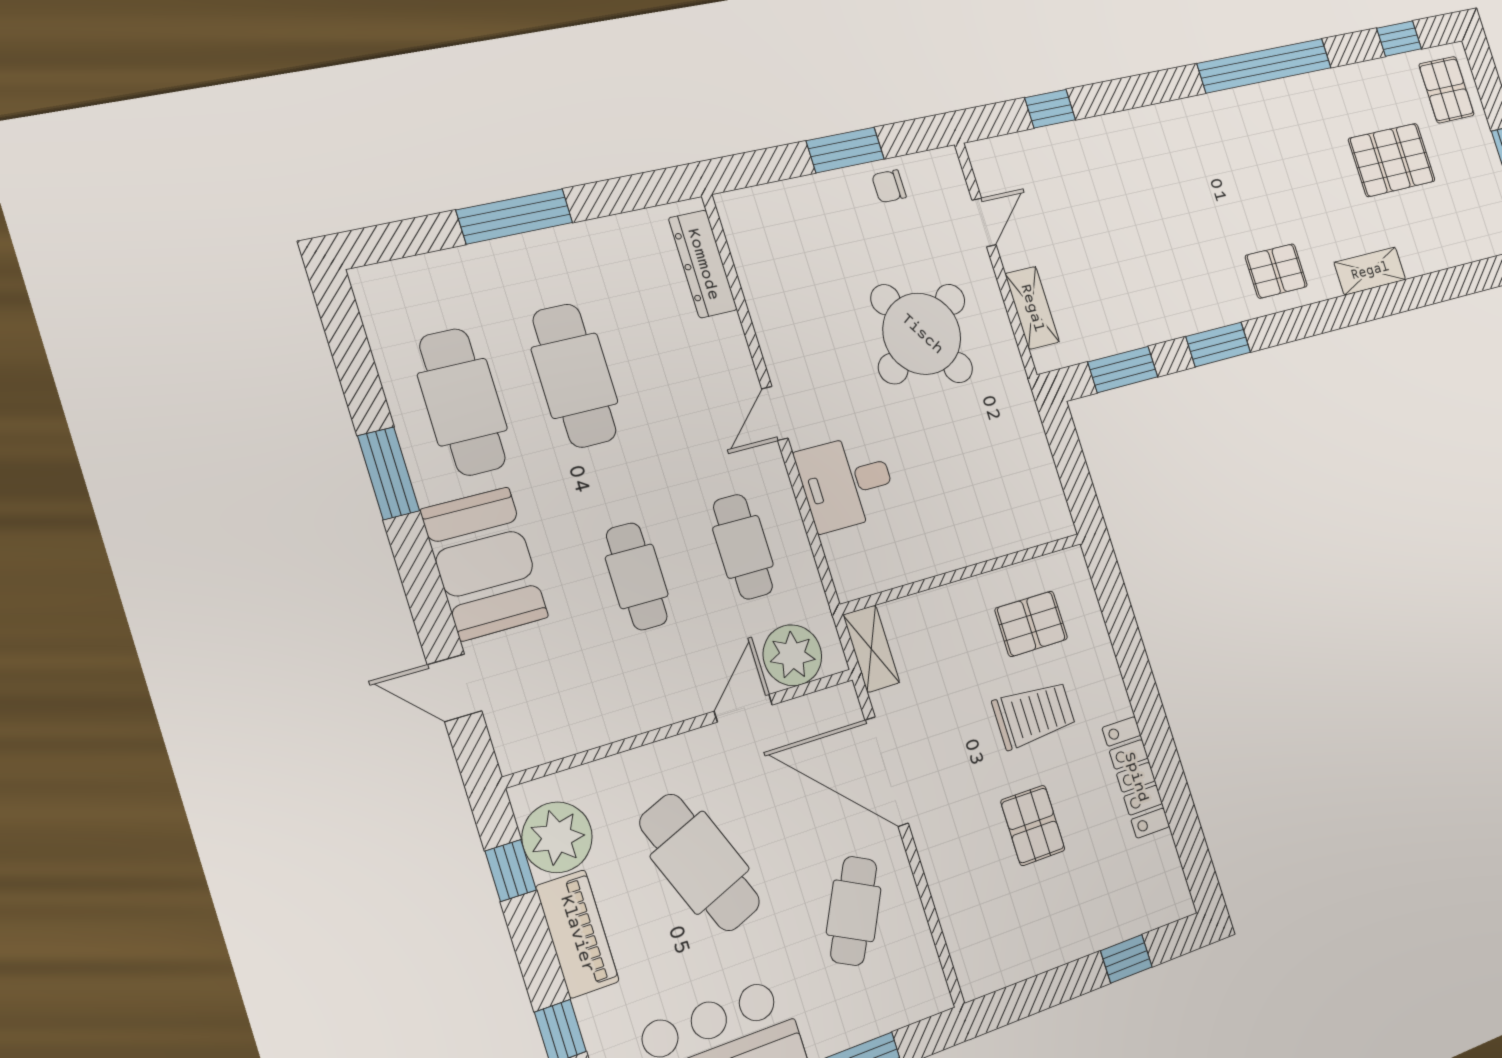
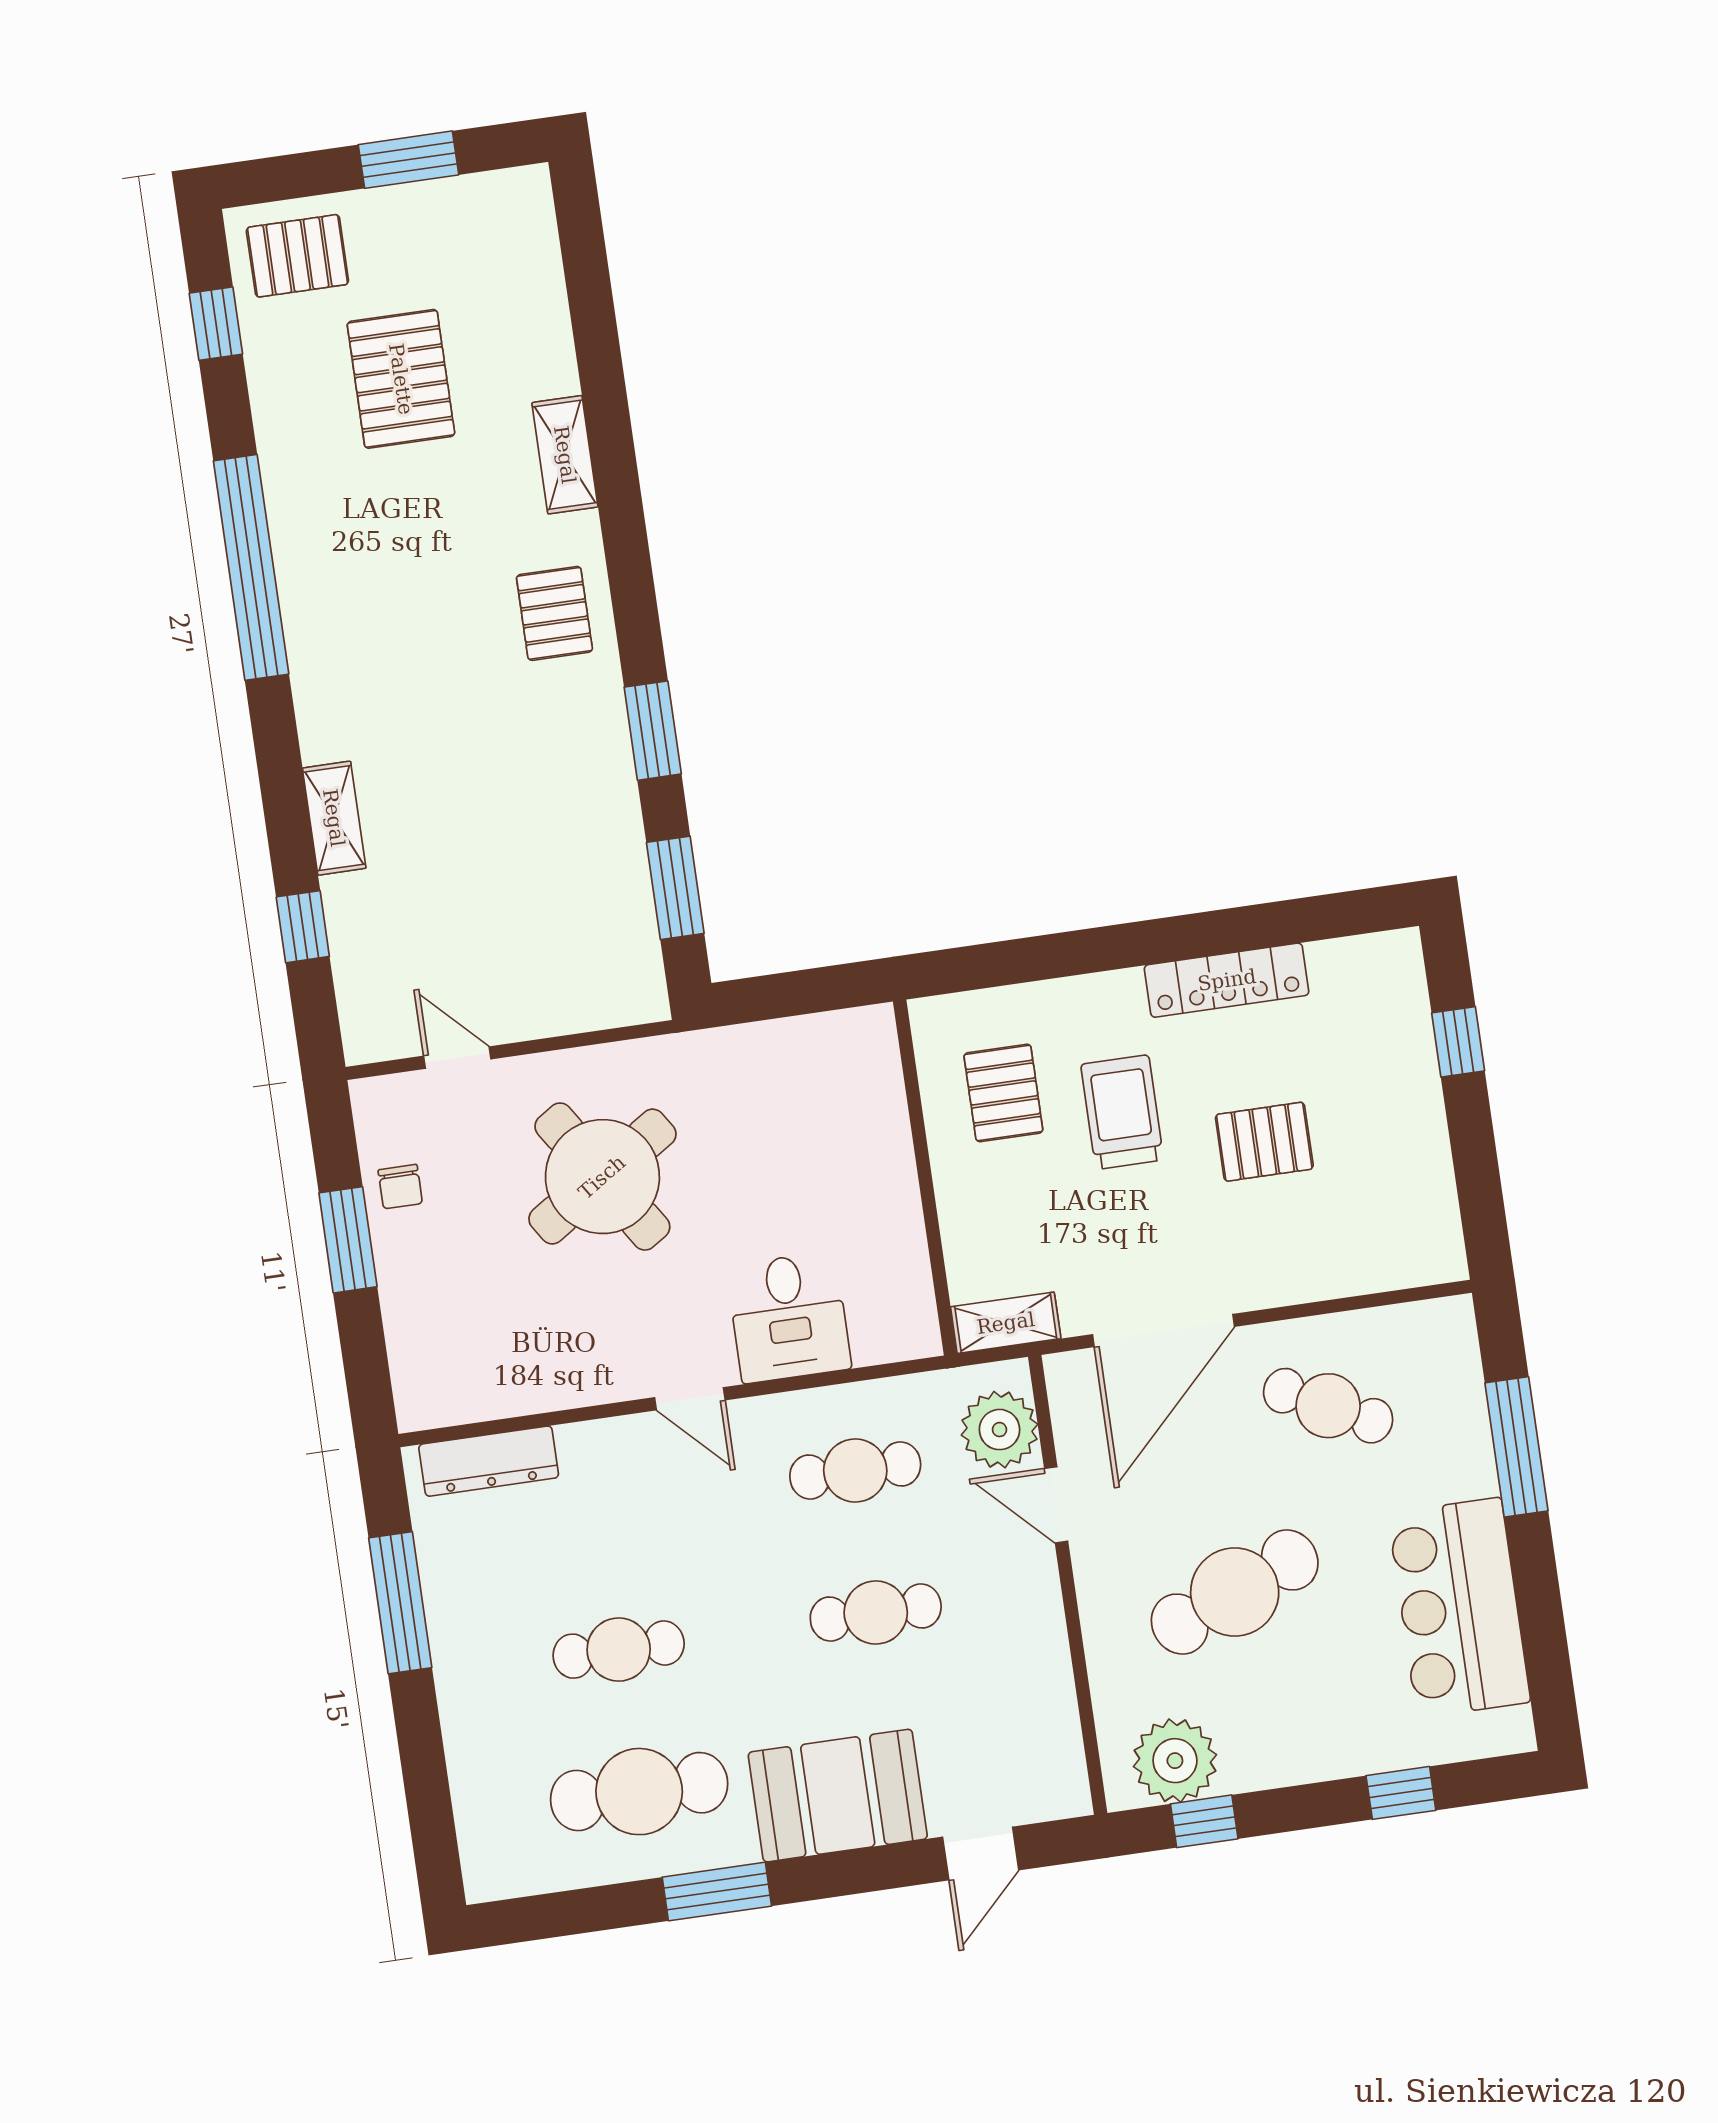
window: (515, 216) -> (400, 1603), moved
shelving: (1032, 308) -> (334, 818), moved, turned 90
cafe table: (575, 376) -> (619, 1650), width x0.73, depth x0.74
piano: (577, 934) -> (1292, 1755), removed

